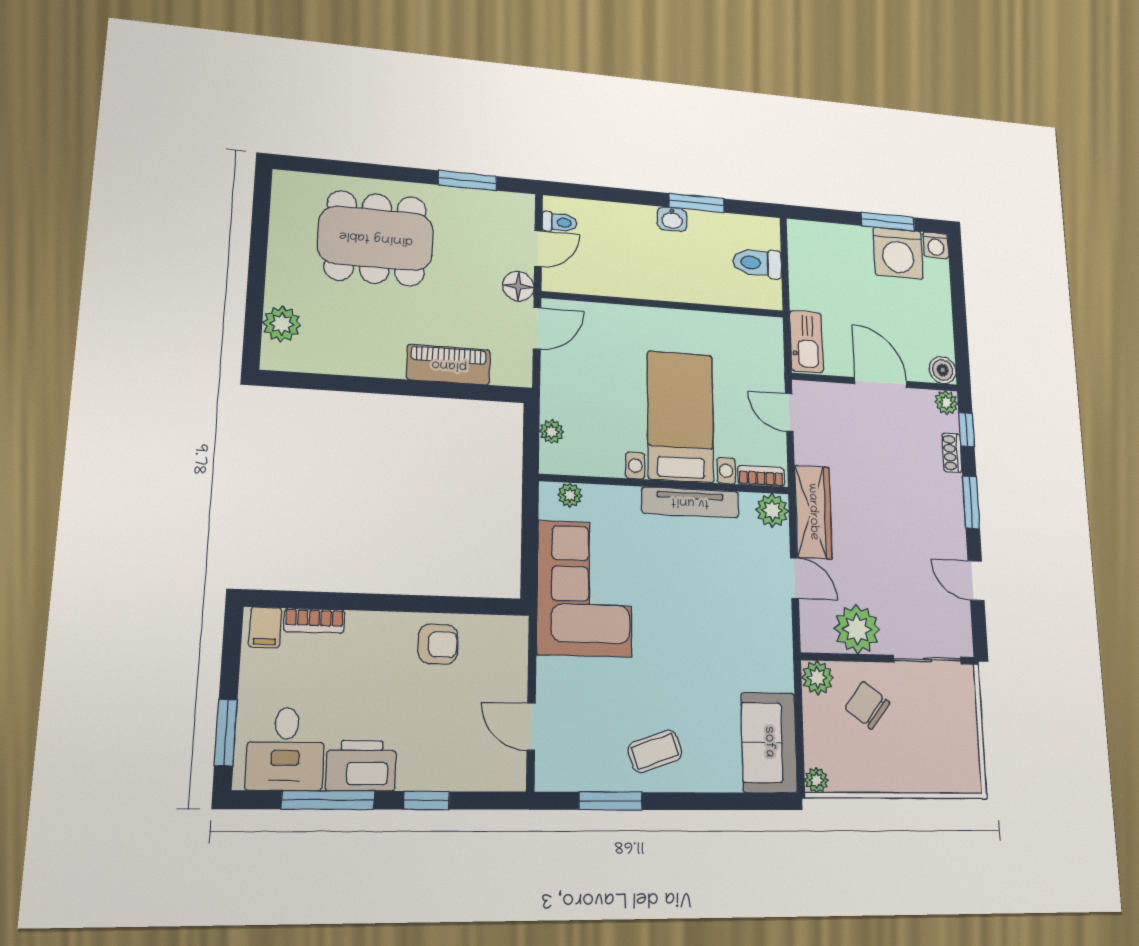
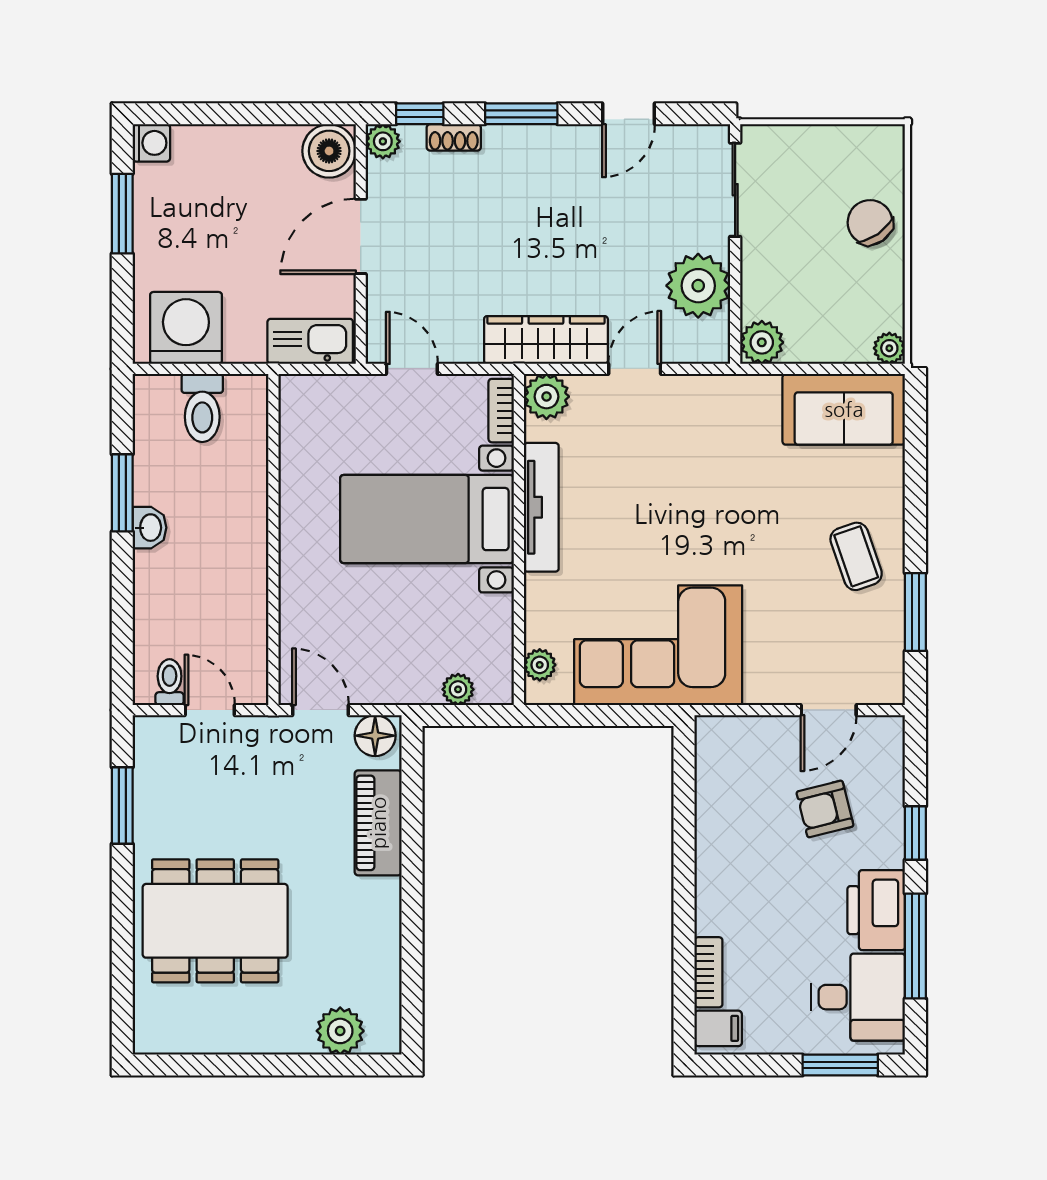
dining table: (376, 238) -> (215, 921), turned 90
washing machine: (898, 253) -> (186, 328), moved, turned -90
floor lamp: (518, 286) -> (375, 736), moved
boiler: (943, 370) -> (329, 151), width x1.36, depth x1.36
door: (789, 413) -> (412, 369), swing flipped
armchair: (438, 644) -> (825, 809), moved, turned -104
chair: (867, 705) -> (870, 222), moved, turned 108

